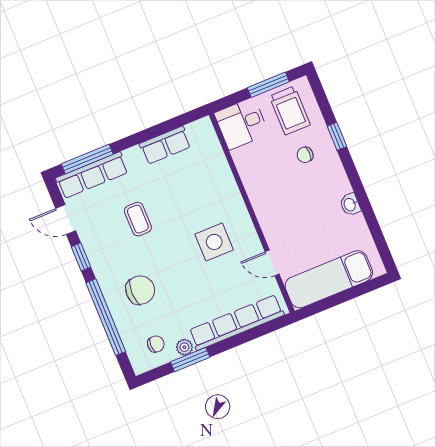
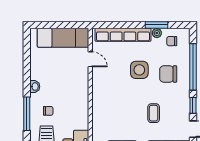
window: (337, 136) -> (27, 114), width x2.17
washbasin: (350, 204) -> (35, 87), moved
side table: (214, 242) -> (139, 70), moved

